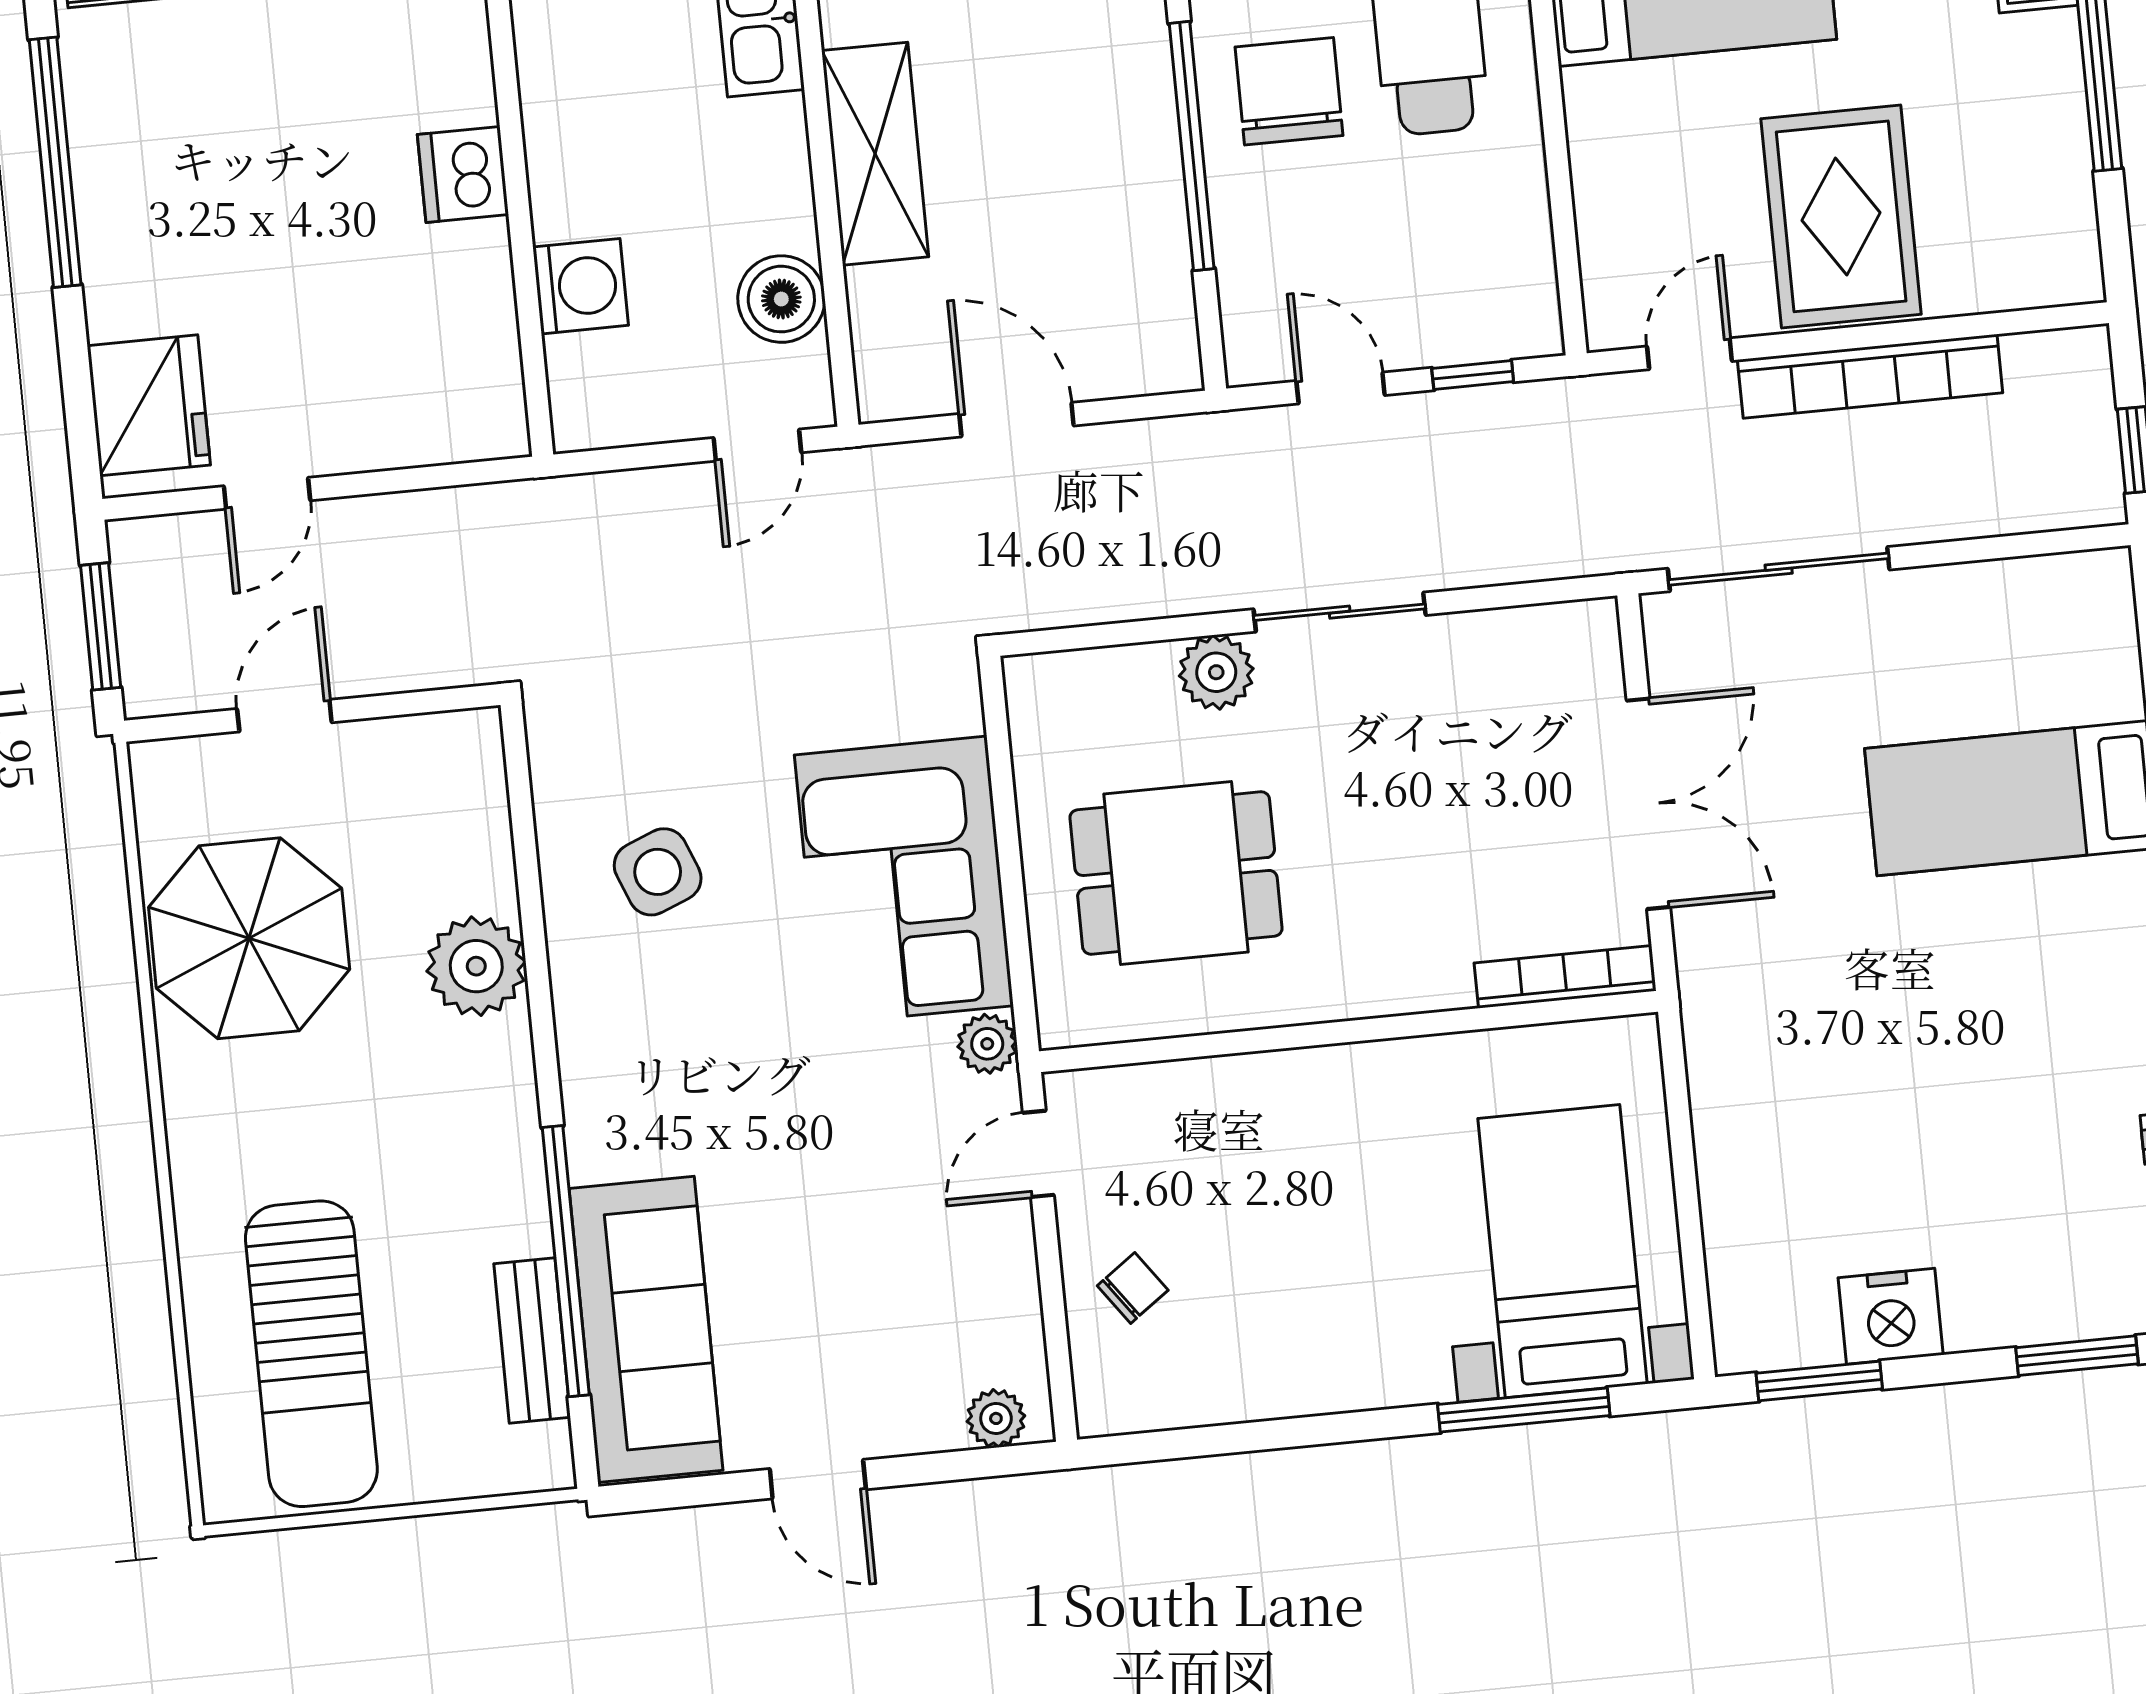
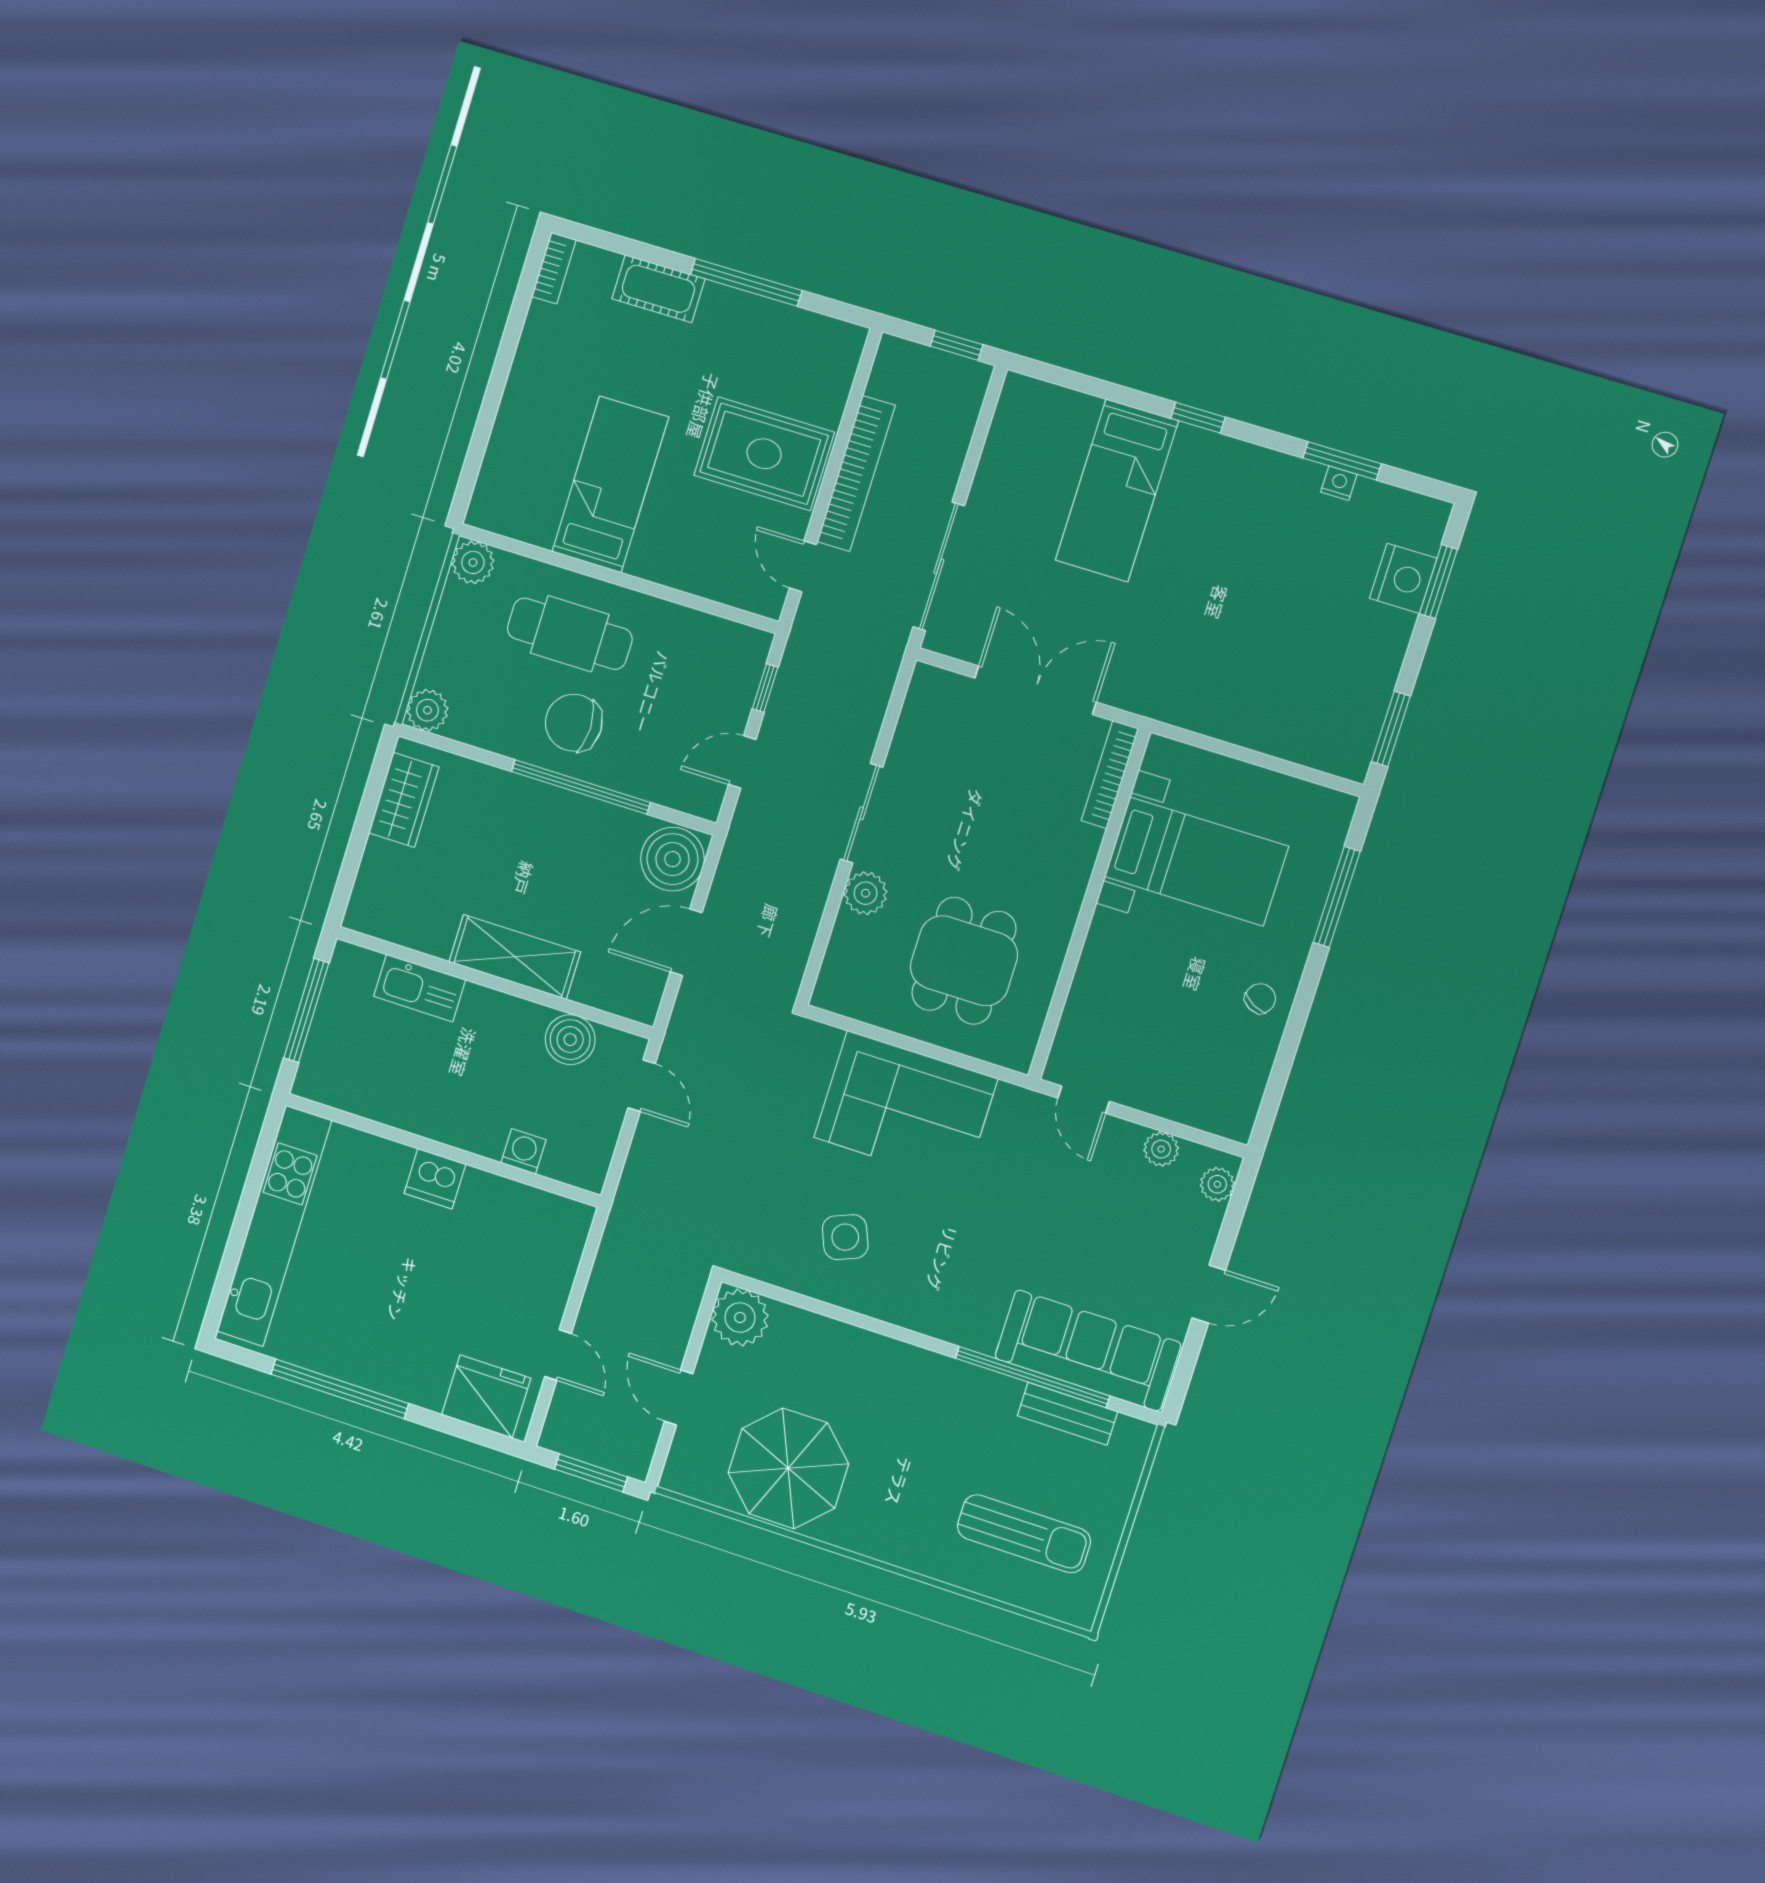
washing machine: (581, 286) -> (523, 1151), width x0.73, depth x0.73
boiler: (1139, 342) -> (673, 859), added
plant: (476, 966) -> (740, 1318), moved
plant: (987, 1044) -> (1161, 1149), moved
bed with nightstands: (1563, 1251) -> (1196, 861), moved, turned 180
chair: (1133, 1288) -> (1260, 998), moved, turned 64
nightstand: (1891, 1316) -> (1403, 578), moved
sun lounger: (311, 1354) -> (1024, 1534), width x0.73, depth x0.75

